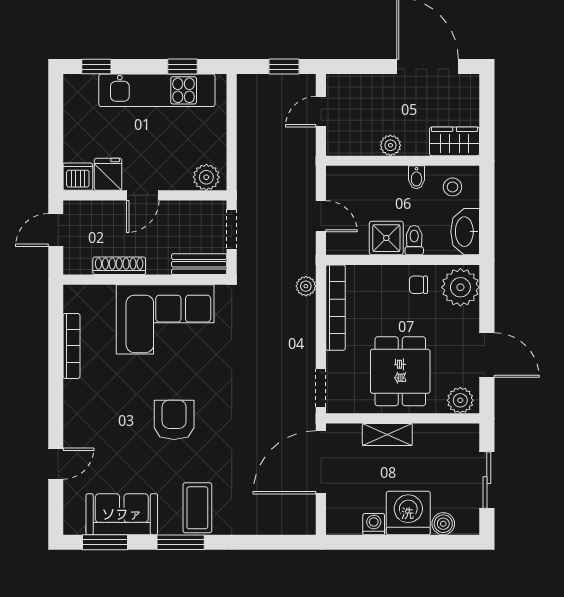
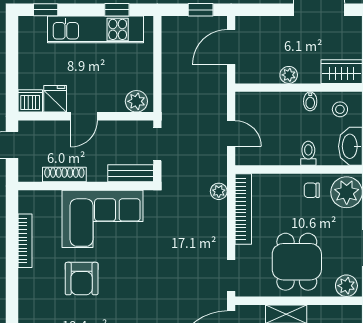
door: (321, 112) -> (231, 47), width x1.38
shower: (386, 238) -> (285, 152), removed
armchair: (174, 420) -> (82, 279), moved, turned 180

